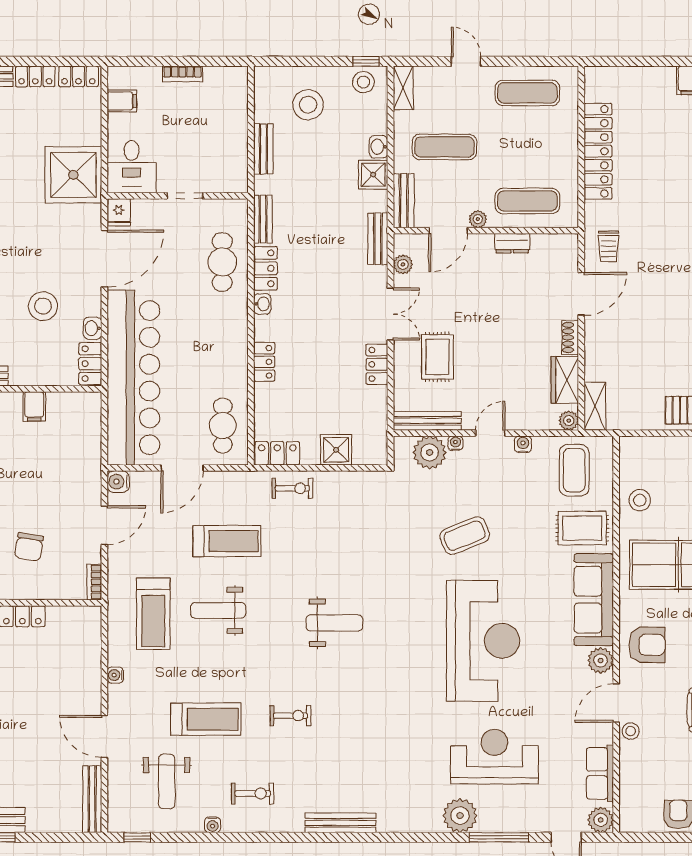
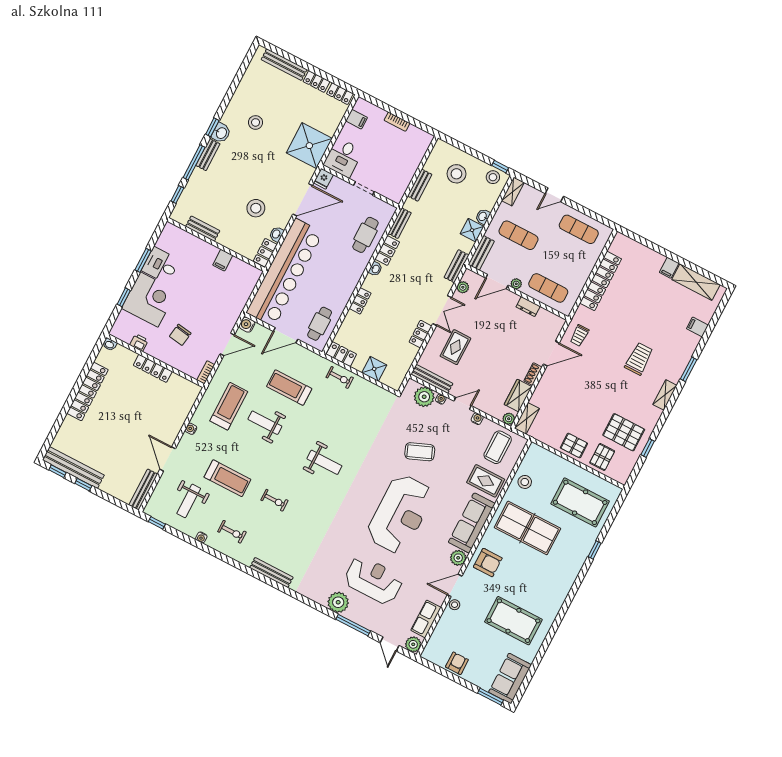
door: (466, 61) -> (554, 195), swing flipped
treadmill: (227, 541) -> (289, 388), turned 180
treadmill: (153, 614) -> (229, 406), turned 180

